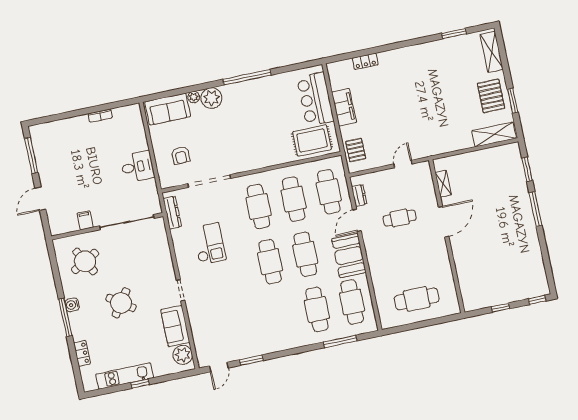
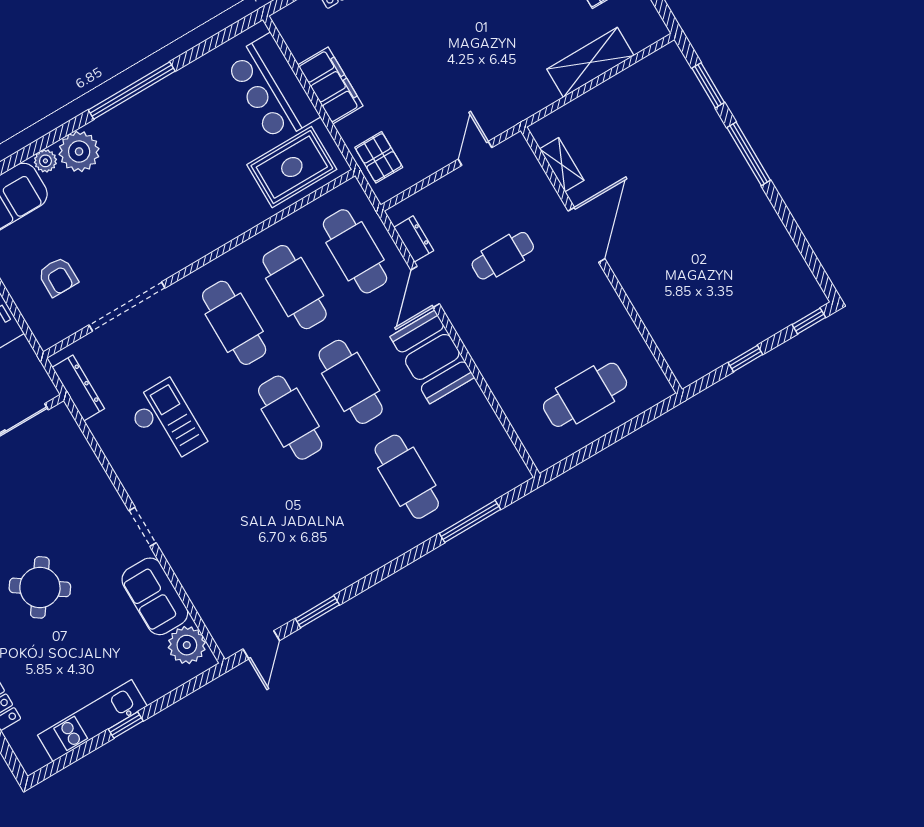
shelving: (494, 134) -> (590, 62), moved
cafe table: (352, 302) -> (467, 441), removed

